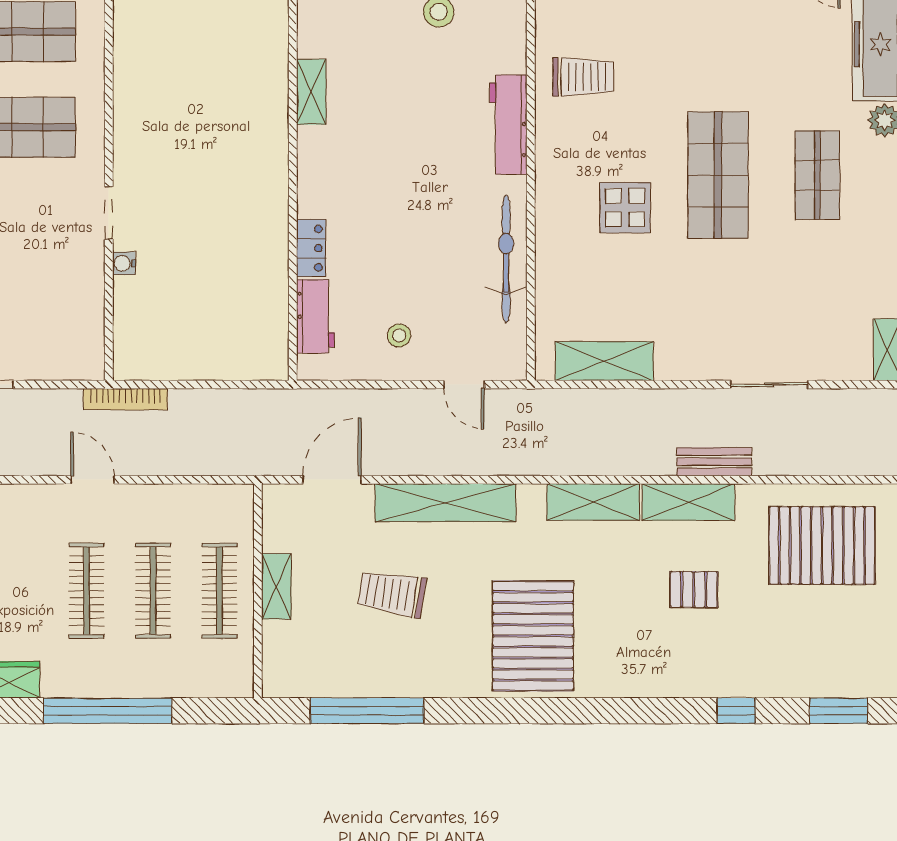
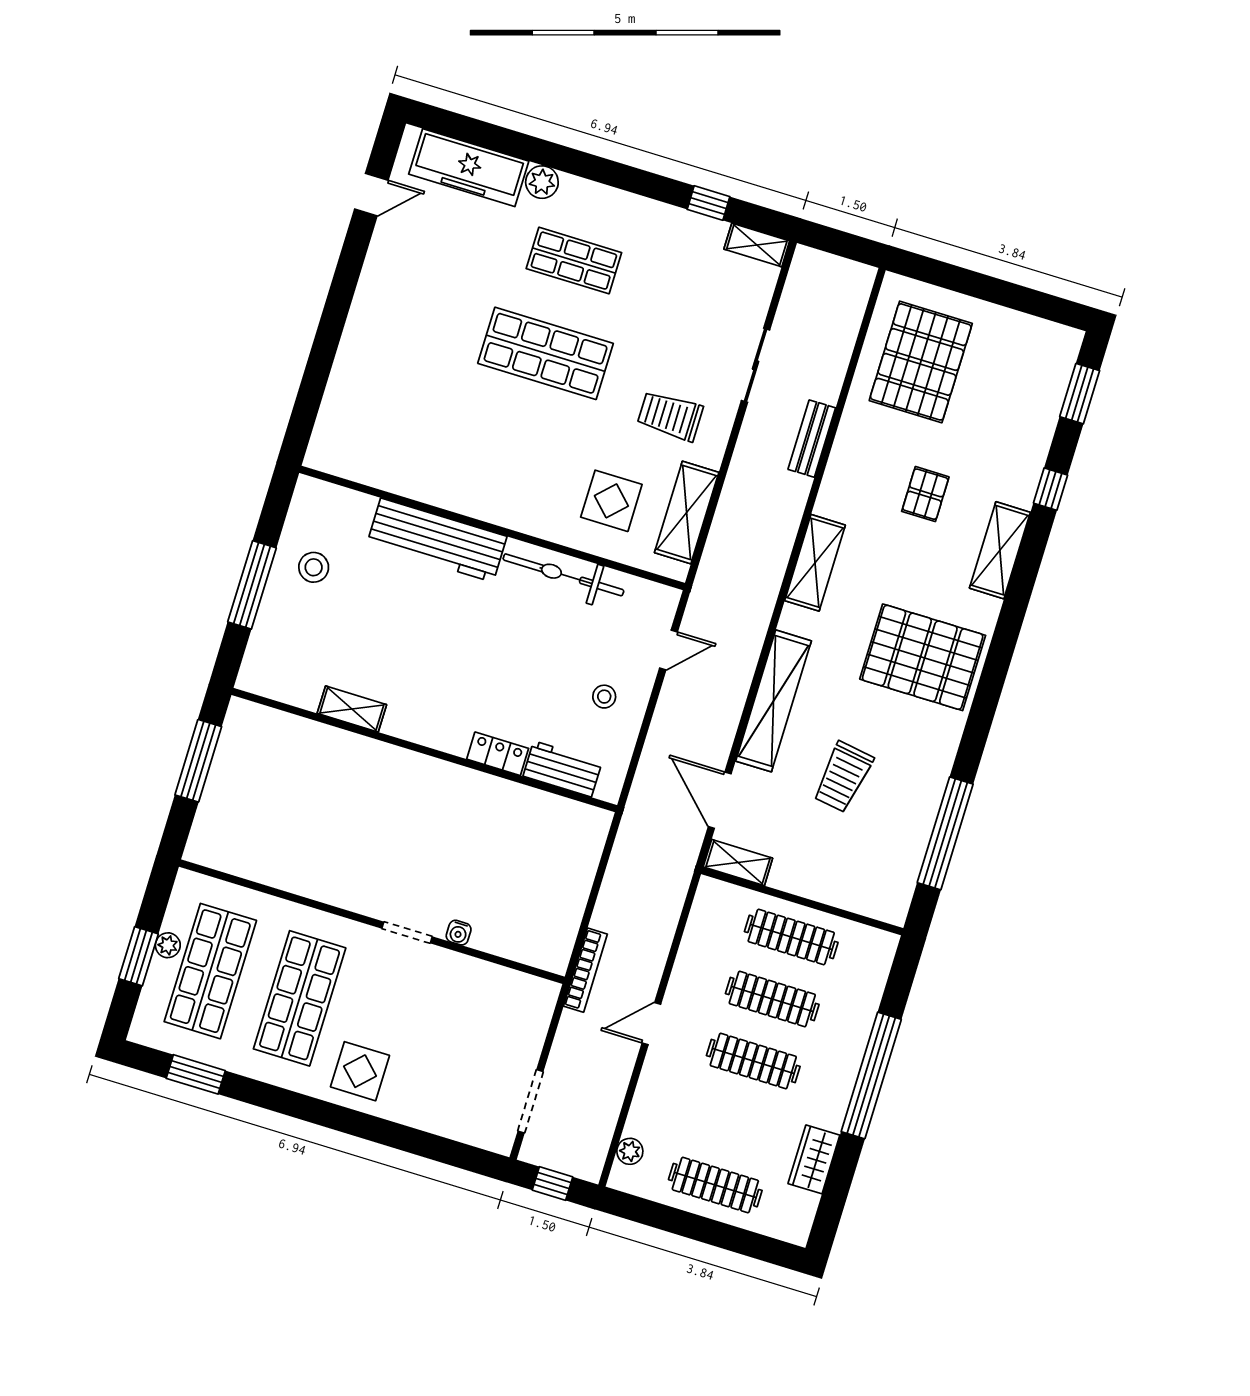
trolley: (583, 77) -> (670, 416), moved, turned -90
workbench: (508, 125) -> (437, 540), width x1.36, depth x1.32
display table: (625, 208) -> (611, 501), moved
shelving: (688, 502) -> (1000, 550), moved
shelving: (276, 586) -> (738, 863), moved

